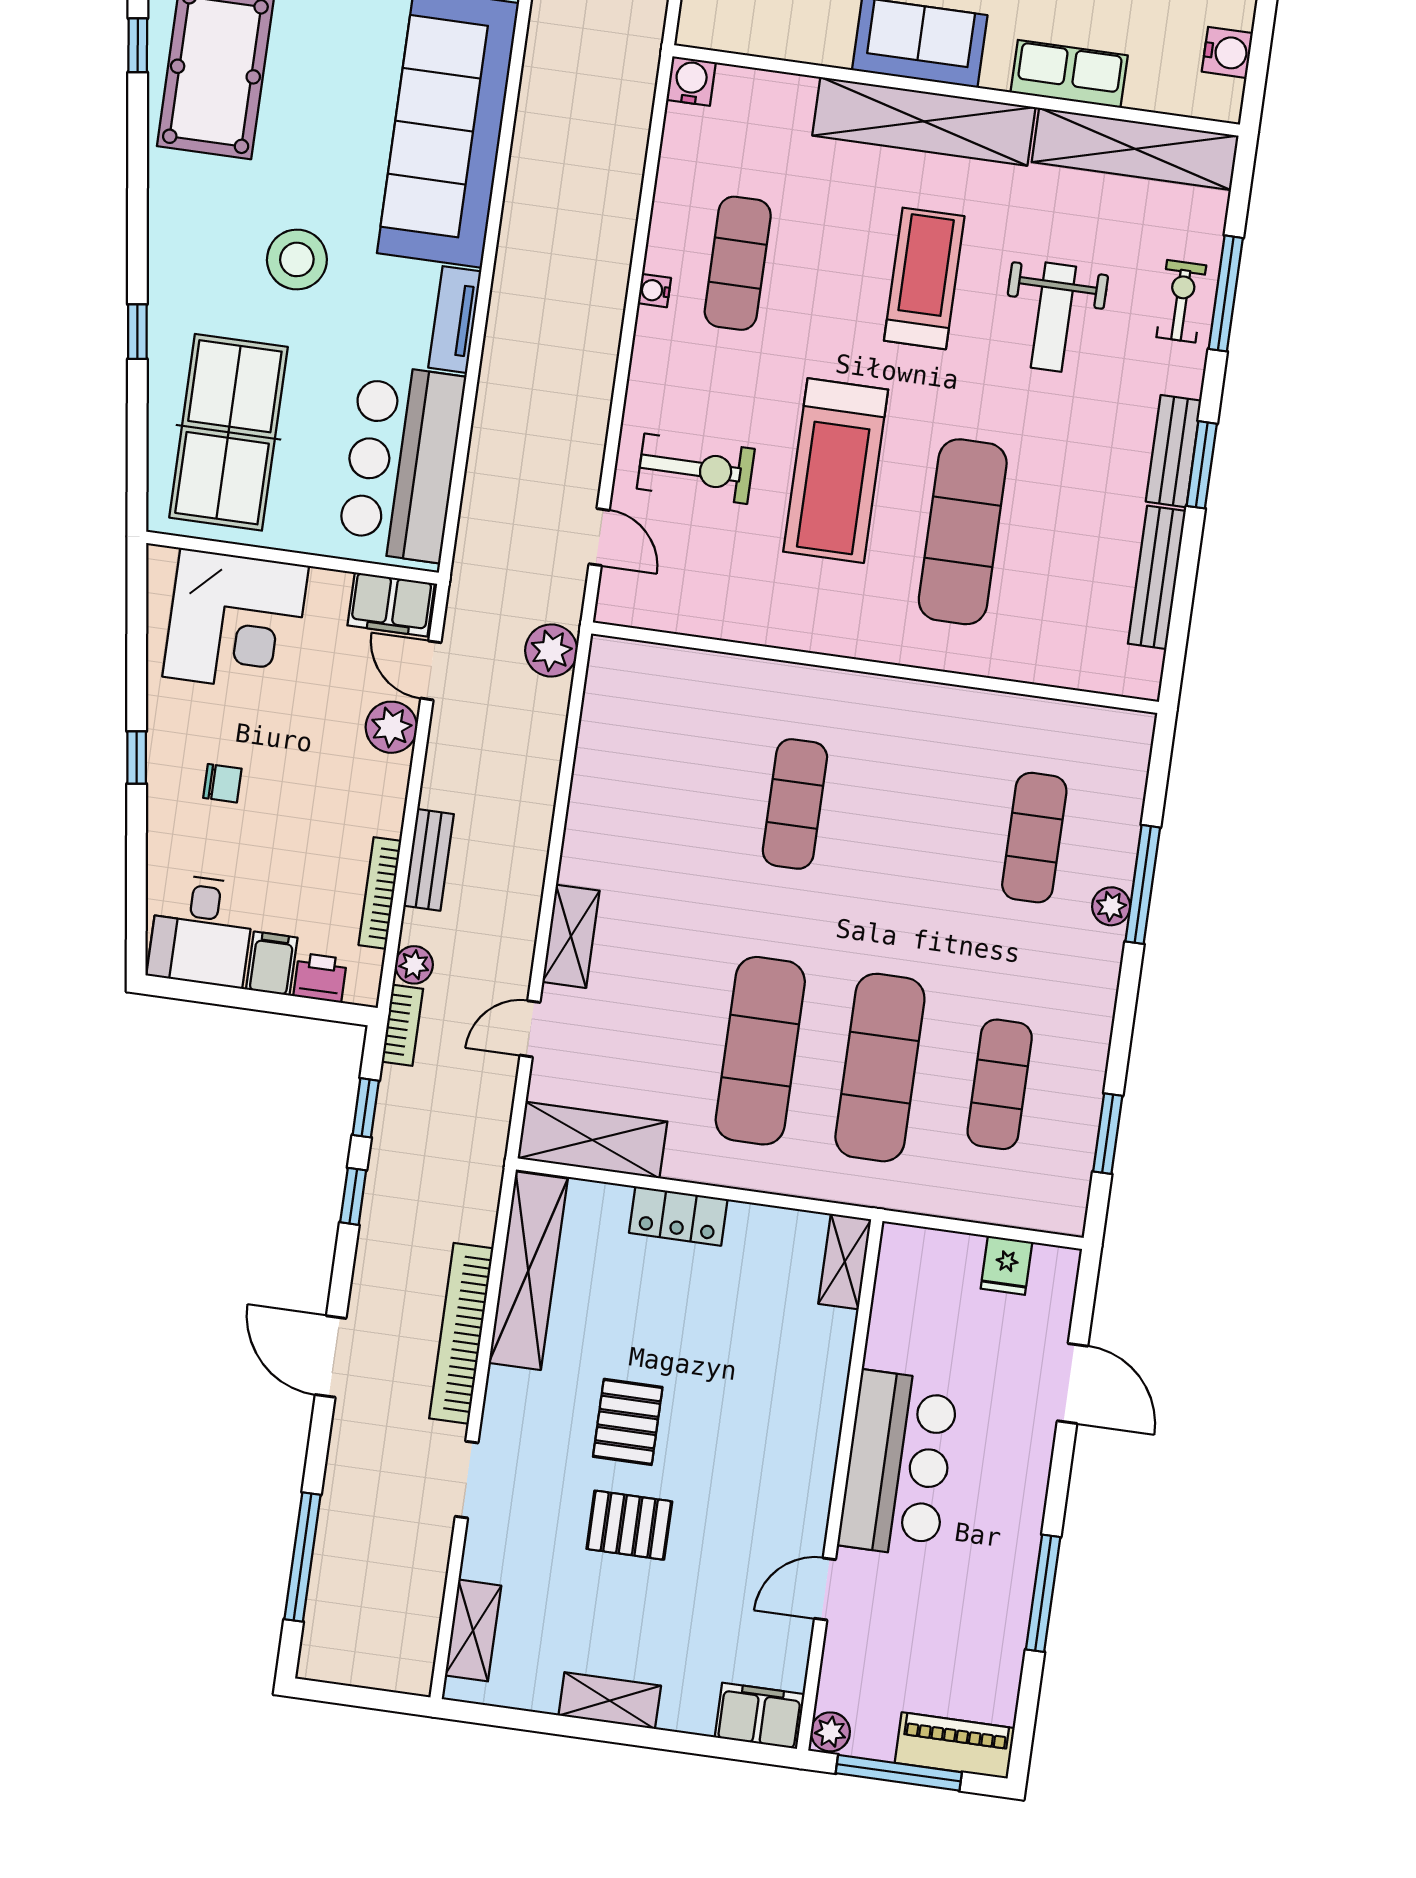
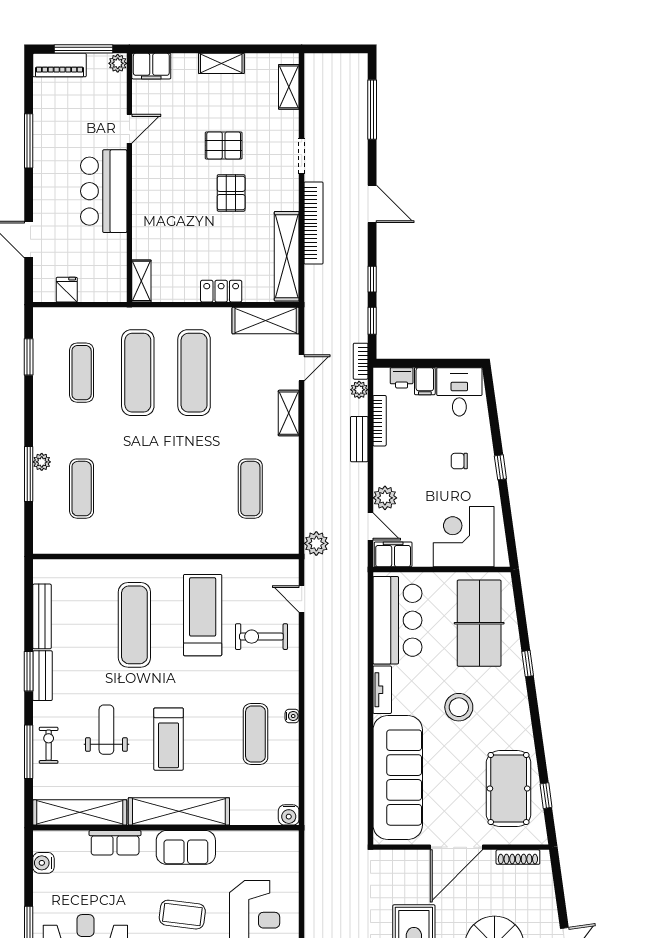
exercise bike: (1181, 301) -> (49, 745), turned 180
treadmill: (836, 471) -> (203, 615), moved
exercise mat: (795, 804) -> (250, 489), moved

